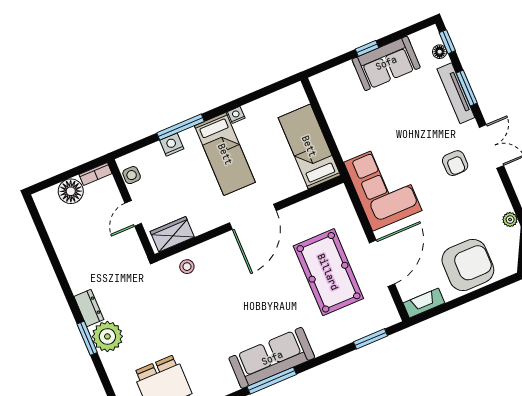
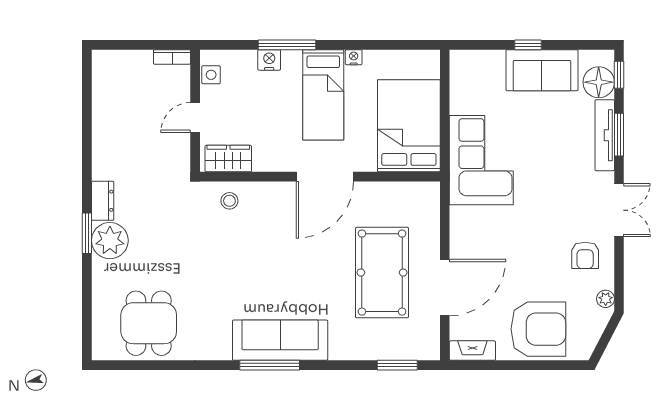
floor lamp: (440, 52) -> (599, 82), width x1.89, depth x1.89
bed: (309, 146) -> (409, 126), width x1.50
armchair: (455, 163) -> (585, 255), moved
corner sofa: (383, 186) -> (481, 160), moved
floor lamp: (71, 191) -> (137, 64), removed

